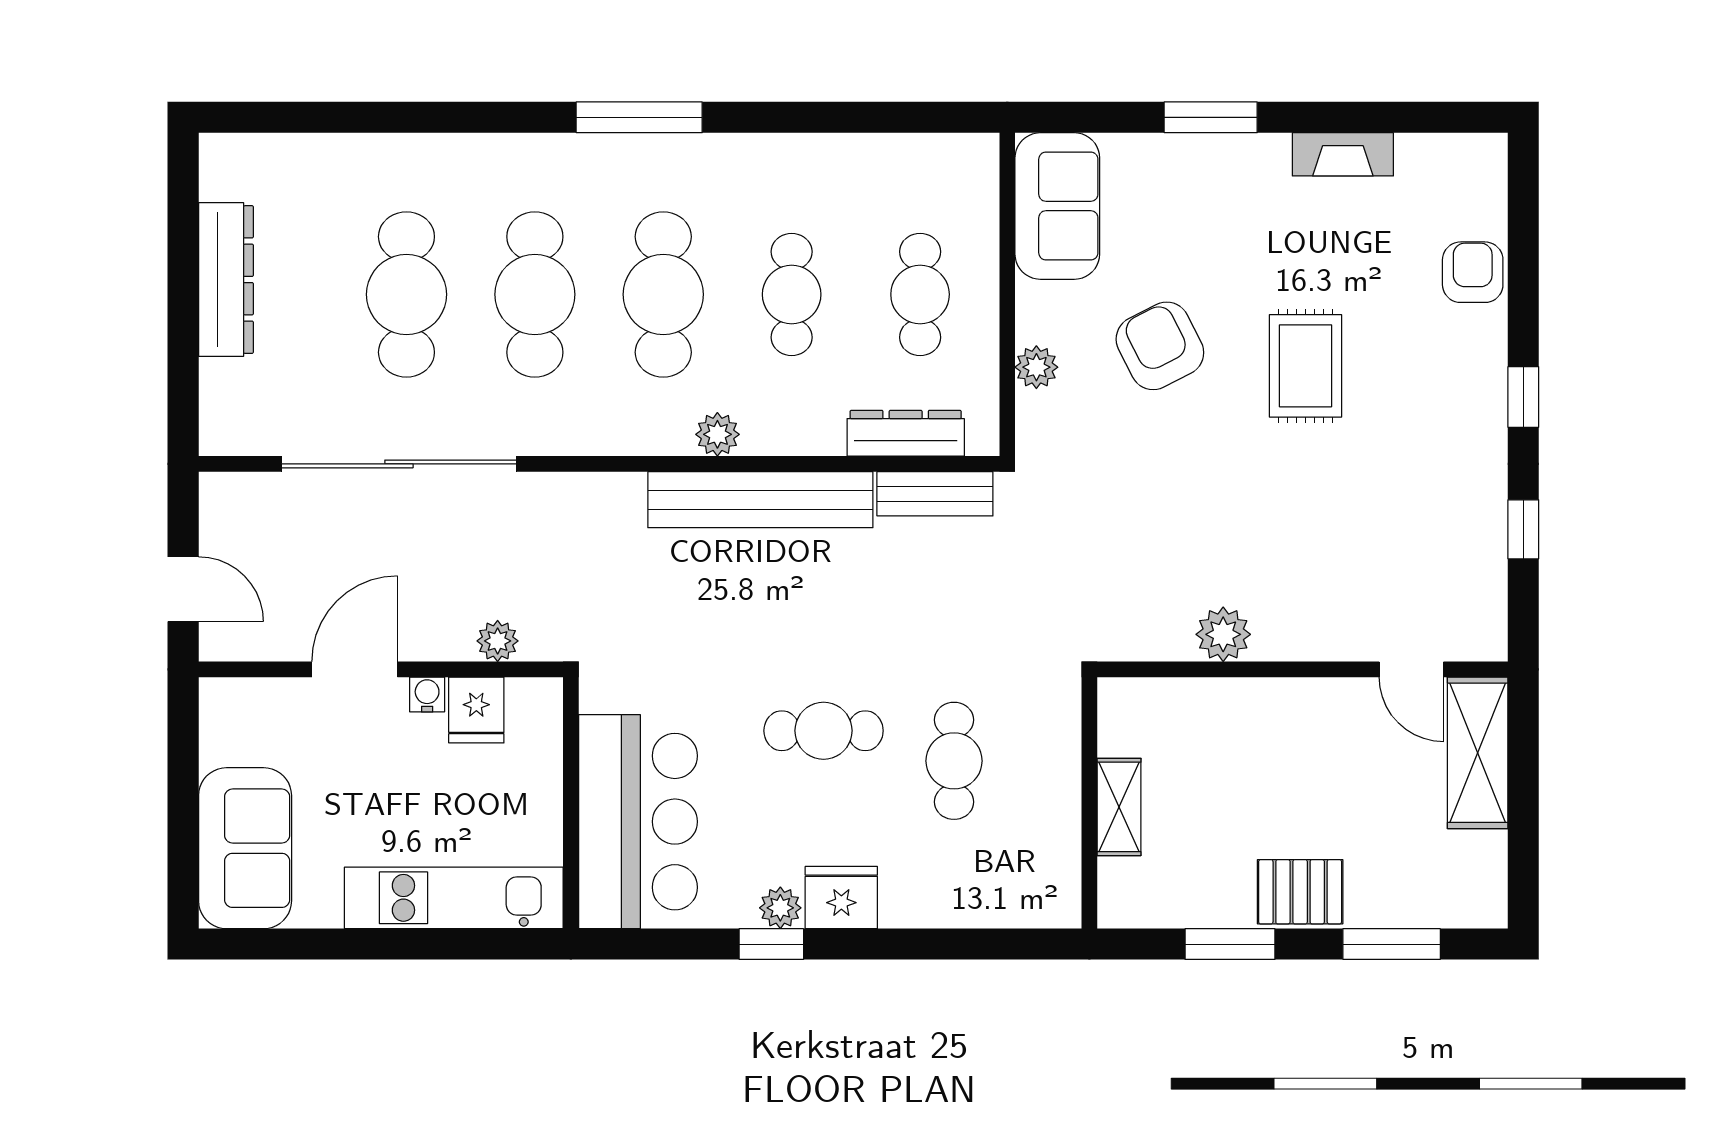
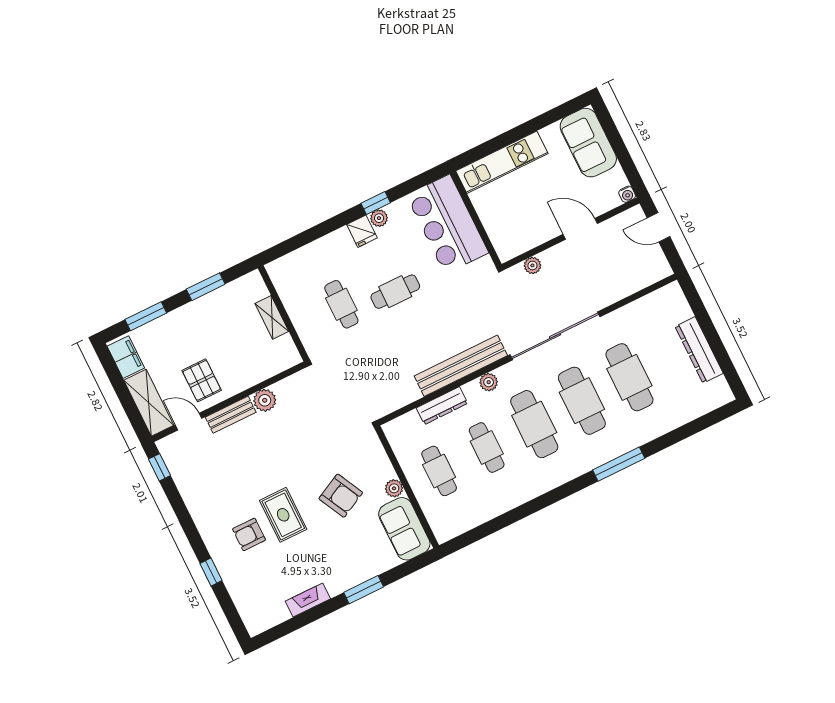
window: (639, 117) -> (619, 464), moved
armchair: (1473, 272) -> (249, 534), moved, turned 90
plant: (1036, 367) -> (394, 488), moved
window: (1523, 397) -> (211, 572), moved
dresser: (906, 433) -> (442, 406), moved
sliding door: (399, 464) -> (555, 336), moved
bench: (935, 494) -> (231, 415), moved
window: (1523, 529) -> (159, 467), moved
door: (355, 669) -> (580, 229), swing flipped
water cooler: (427, 694) -> (627, 194), moved
fridge: (476, 710) -> (528, 236), removed
filing cabinet: (1479, 876) -> (126, 357), added
pallet: (1300, 892) -> (202, 380), moved, turned 90
fridge: (841, 898) -> (362, 231), width x0.72

